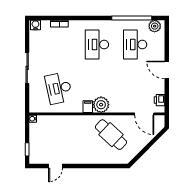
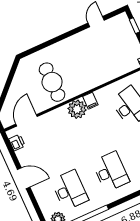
door: (144, 114) -> (27, 120), hinge flipped
cafe table: (111, 135) -> (52, 82), turned 47

